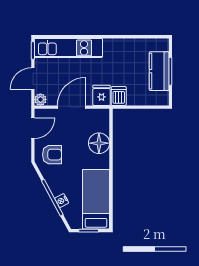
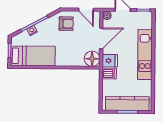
kitchen unit: (68, 48) -> (145, 54), moved
kitchen counter: (159, 71) -> (127, 104), width x1.50
door: (71, 107) -> (101, 38), hinge flipped
floor lamp: (99, 143) -> (92, 59), moved
armchair: (52, 155) -> (66, 24), turned -90

